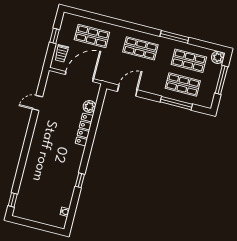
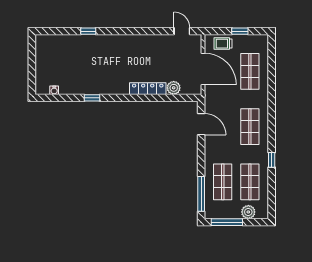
window: (174, 37) -> (272, 160), width x0.46
plant: (218, 57) -> (248, 212), moved
window: (221, 80) -> (227, 222), moved
door: (37, 103) -> (182, 31), moved
window: (176, 103) -> (201, 194), moved
window: (13, 200) -> (88, 31), moved

